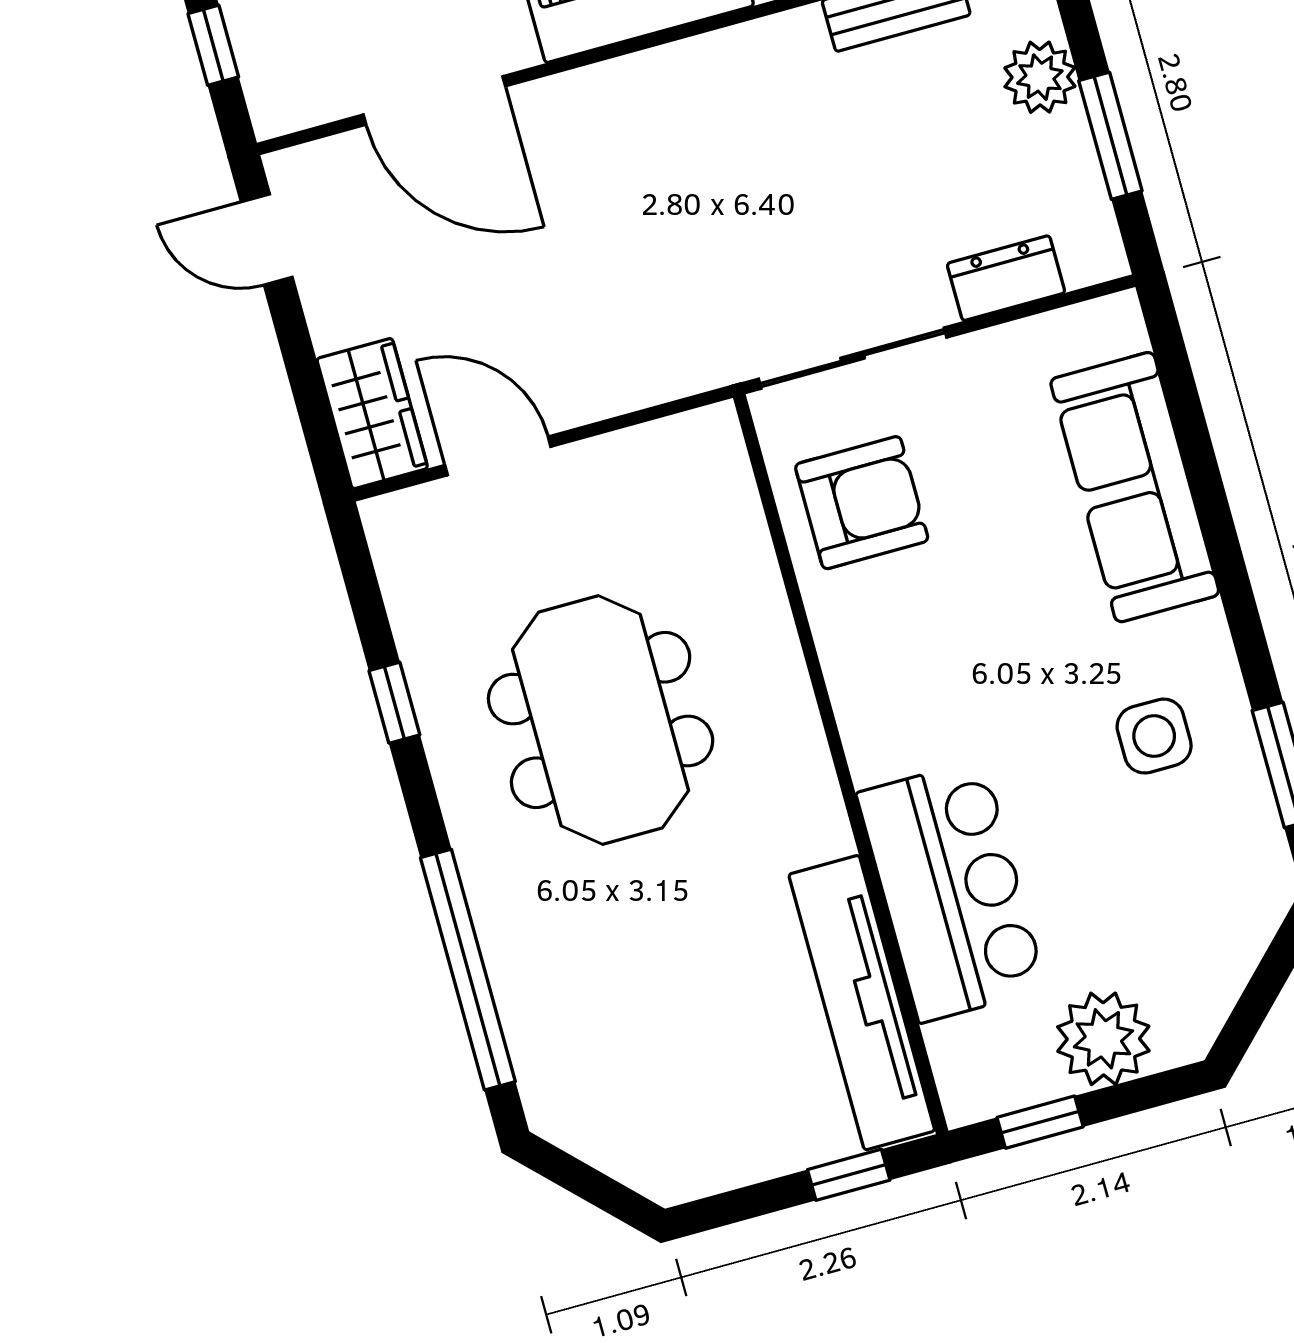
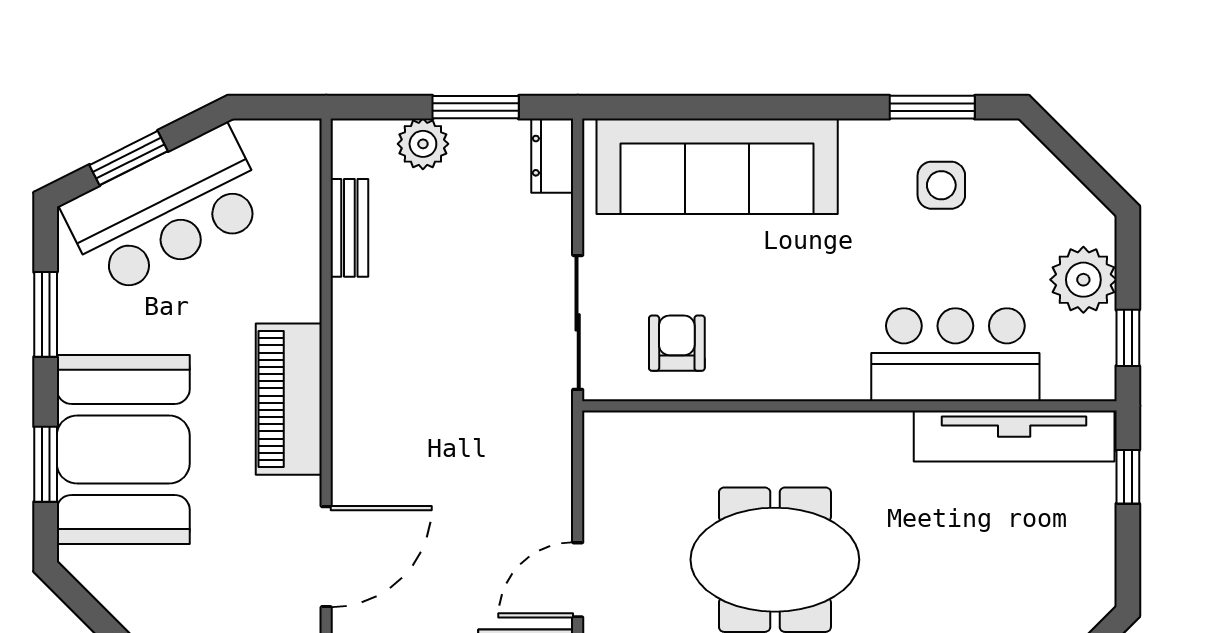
dresser: (1006, 278) -> (552, 156), moved
sofa: (1135, 487) -> (717, 166), width x1.36, depth x1.27
armchair: (862, 503) -> (677, 343), width x0.72, depth x0.72
side table: (1154, 736) -> (941, 185), moved

